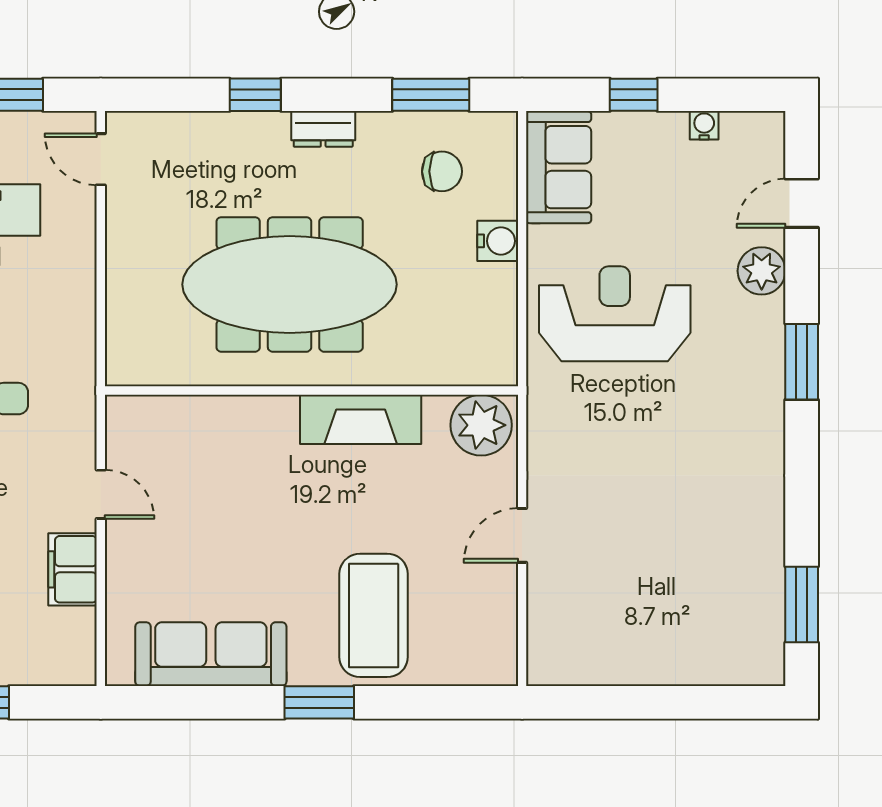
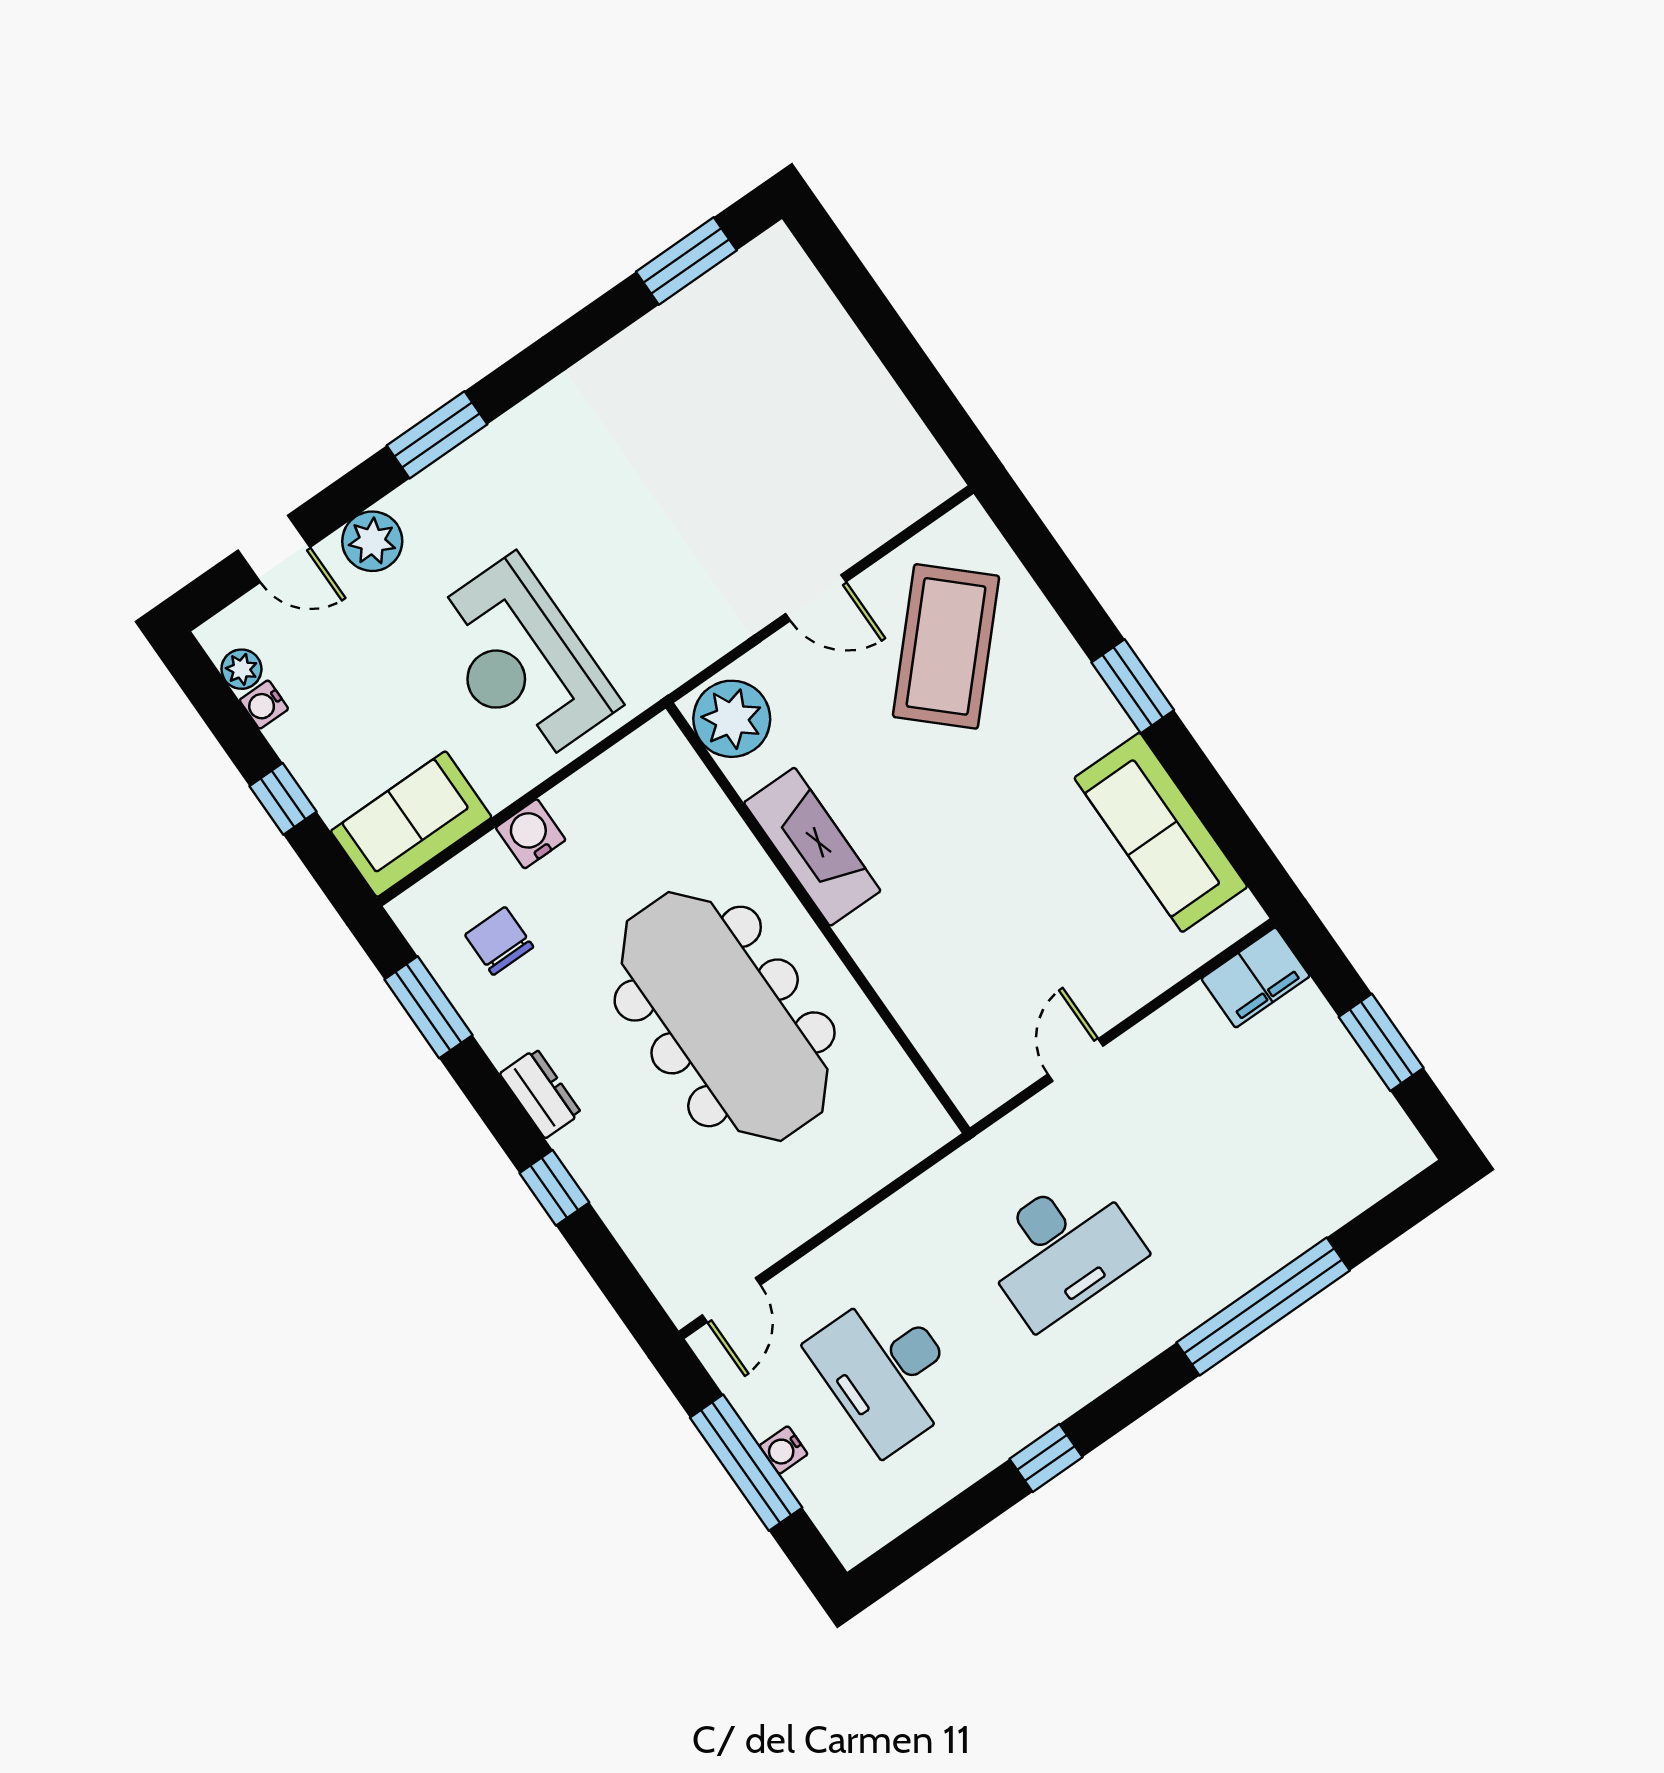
plant: (738, 127) -> (241, 669), added
filing cabinet: (73, 569) -> (1256, 977), moved
coffee table: (374, 615) -> (946, 646), moved, turned -47

